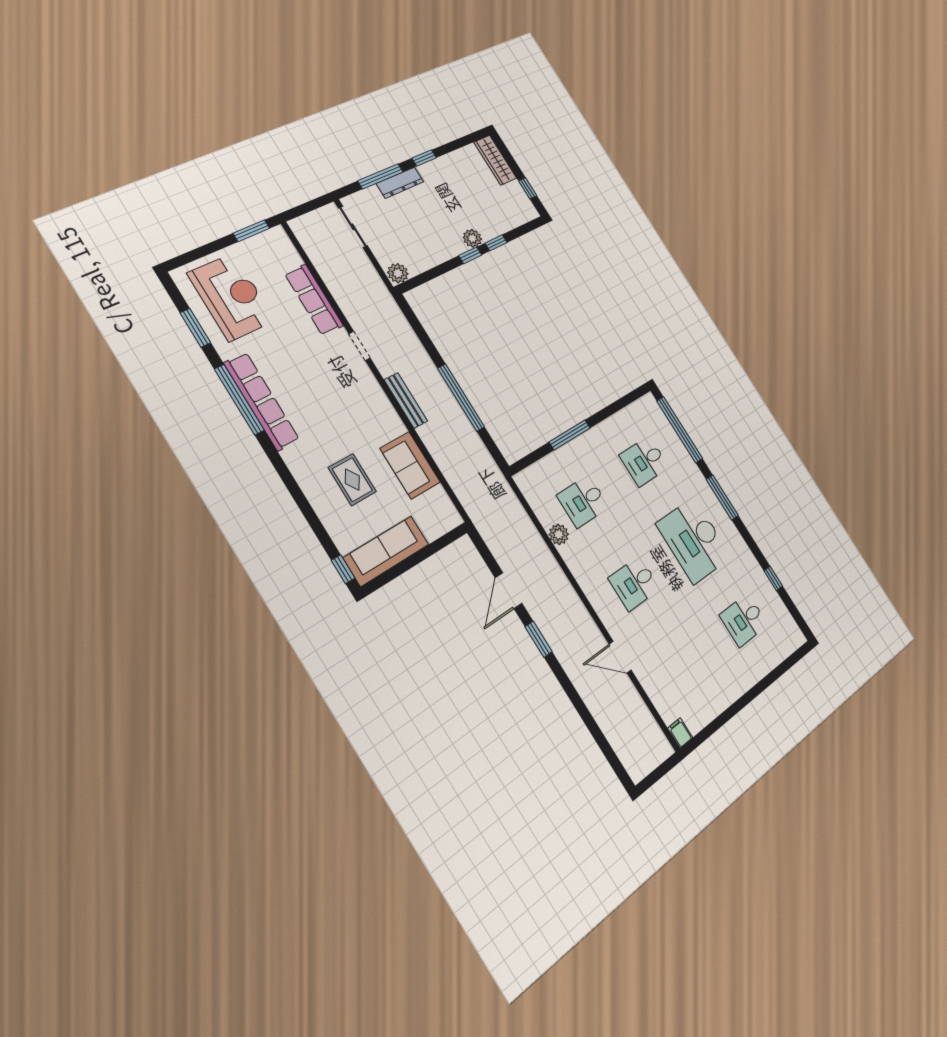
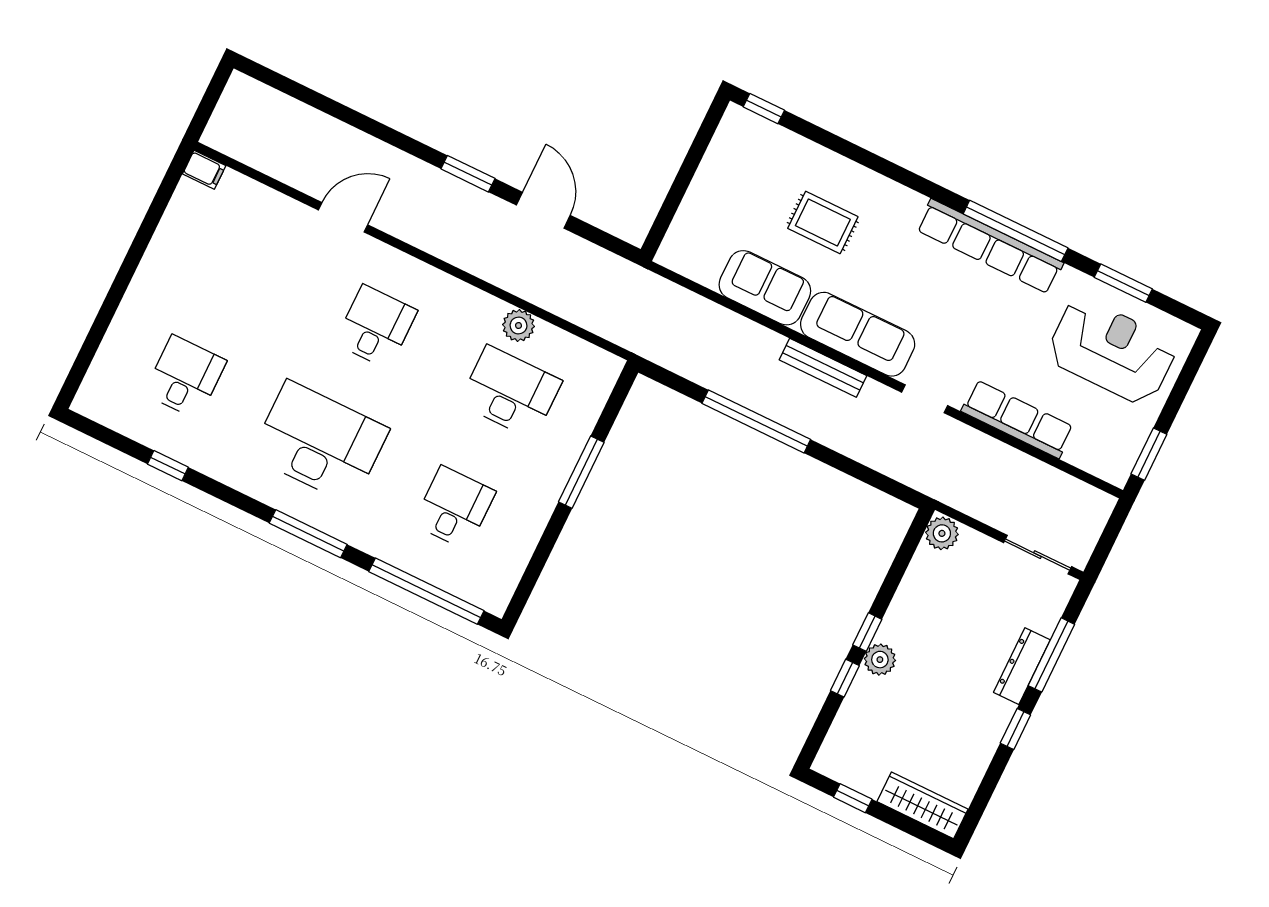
reception desk: (231, 297) -> (1112, 351), turned 180
desk: (583, 501) -> (510, 392), width x1.37
sofa: (386, 551) -> (858, 334), moved, turned -90

